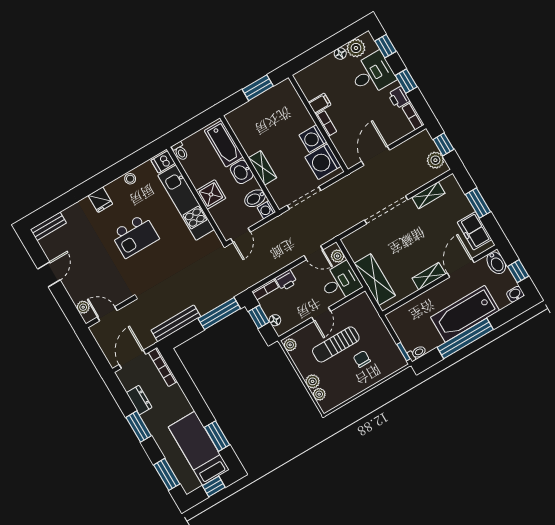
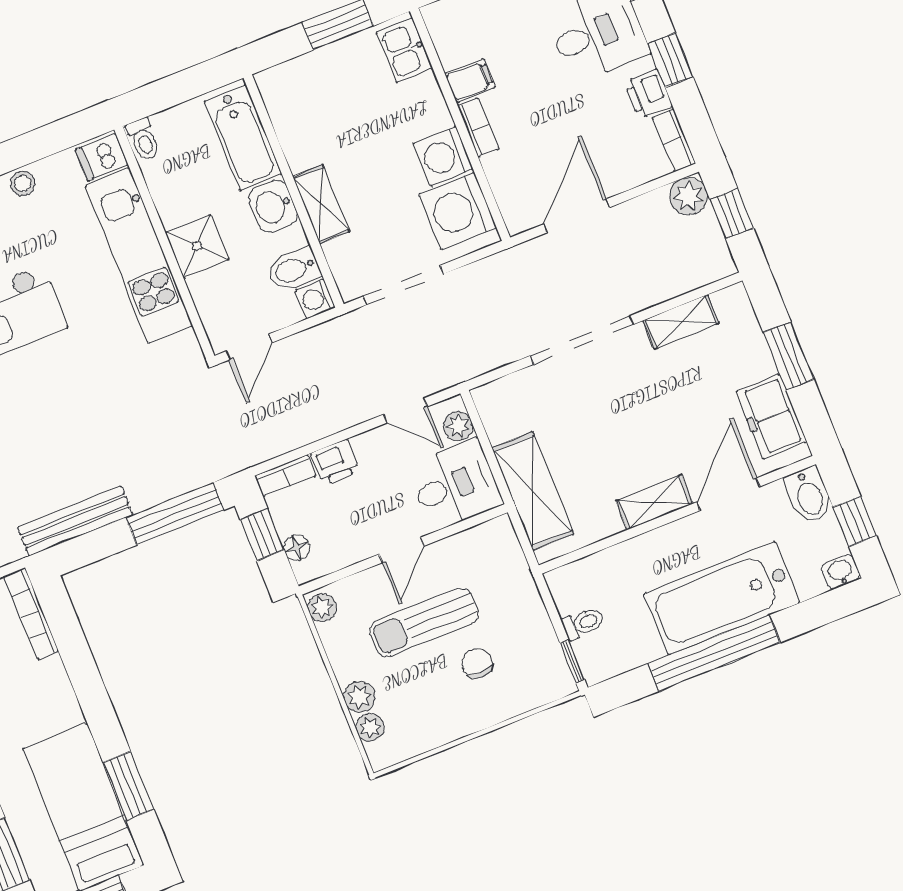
kitchen sink: (289, 95) -> (404, 50), added
plant: (435, 160) -> (689, 196), moved
toilet: (417, 353) -> (583, 623), moved

